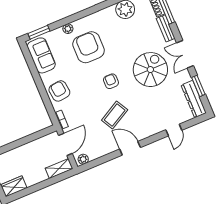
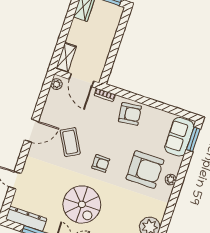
plant: (68, 29) -> (171, 180), moved
sofa: (41, 55) -> (179, 137), moved, turned 90

